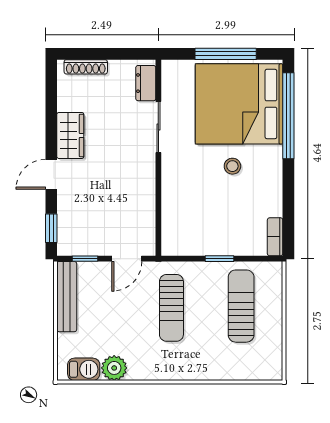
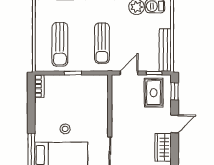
rug: (86, 226) -> (154, 93), added
sun lounger: (171, 308) -> (102, 43), turned 180

